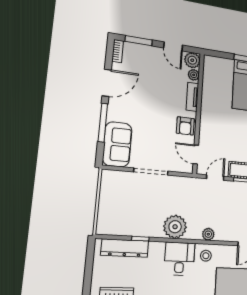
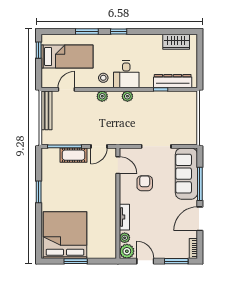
armchair: (185, 126) -> (145, 183), moved
sofa: (117, 144) -> (186, 174), width x1.36
plant: (175, 227) -> (127, 96), width x0.53, depth x0.53

